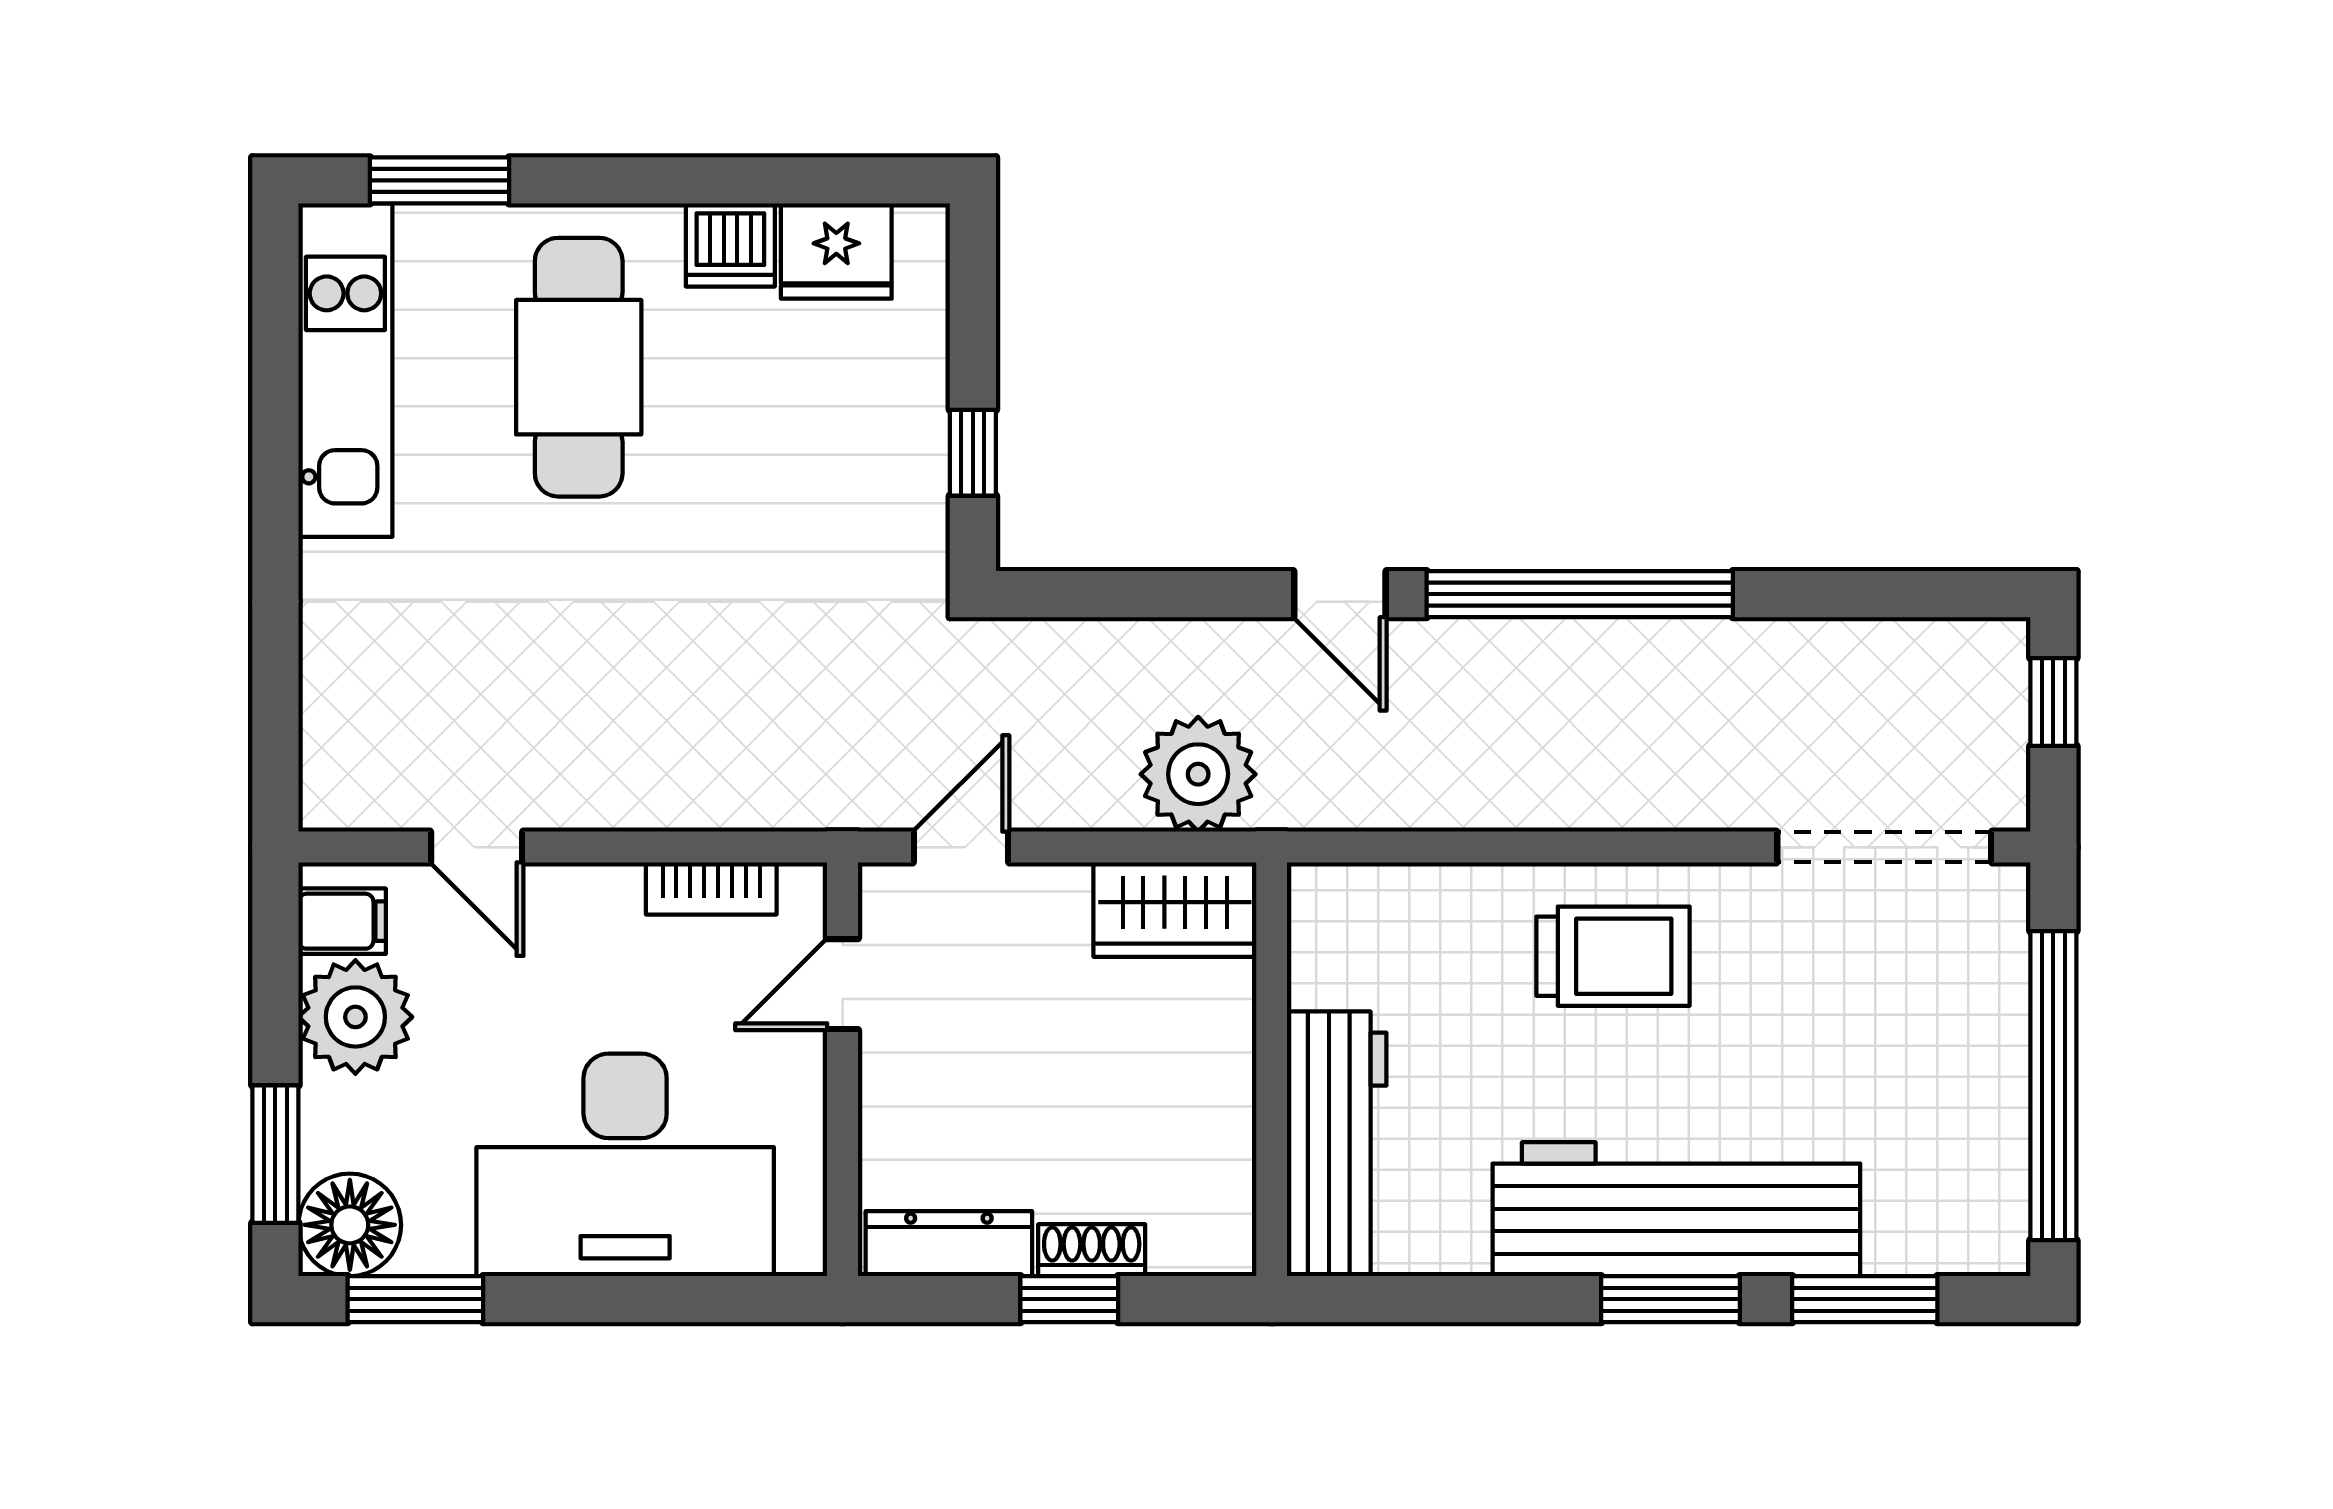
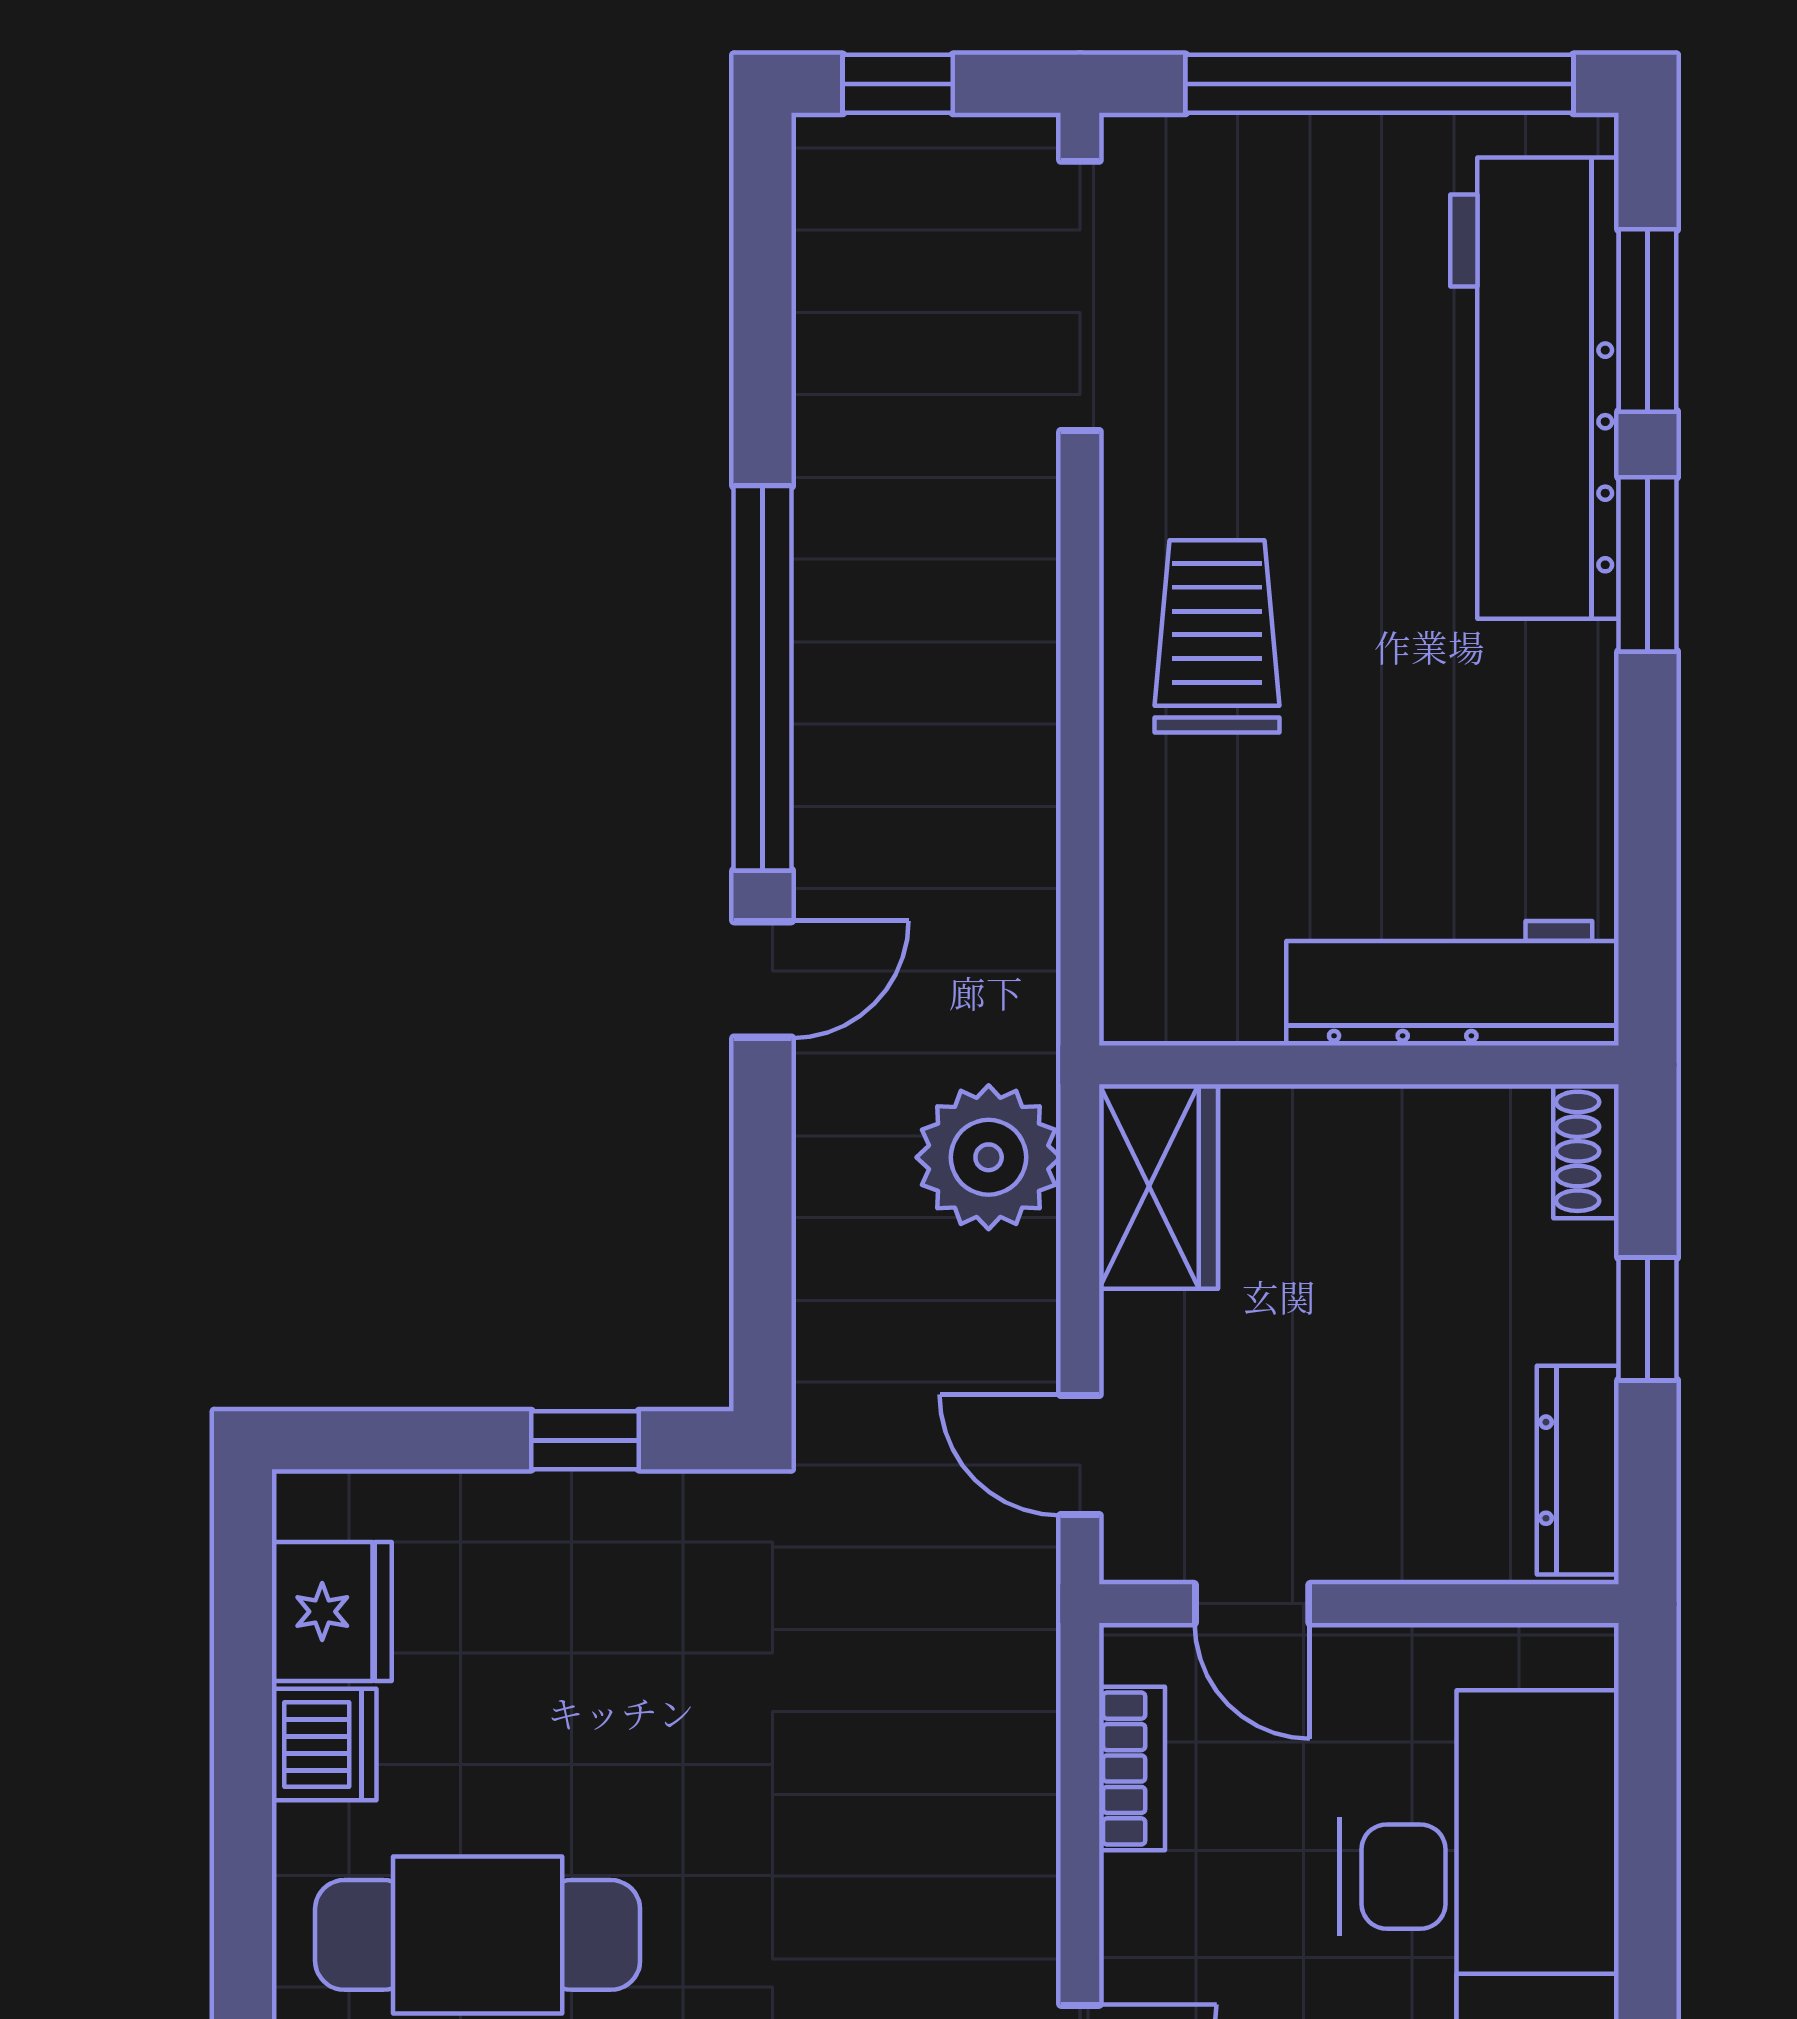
workbench: (1676, 1209) -> (1535, 388), moved
shoe rack: (1092, 1250) -> (1586, 1151), moved

